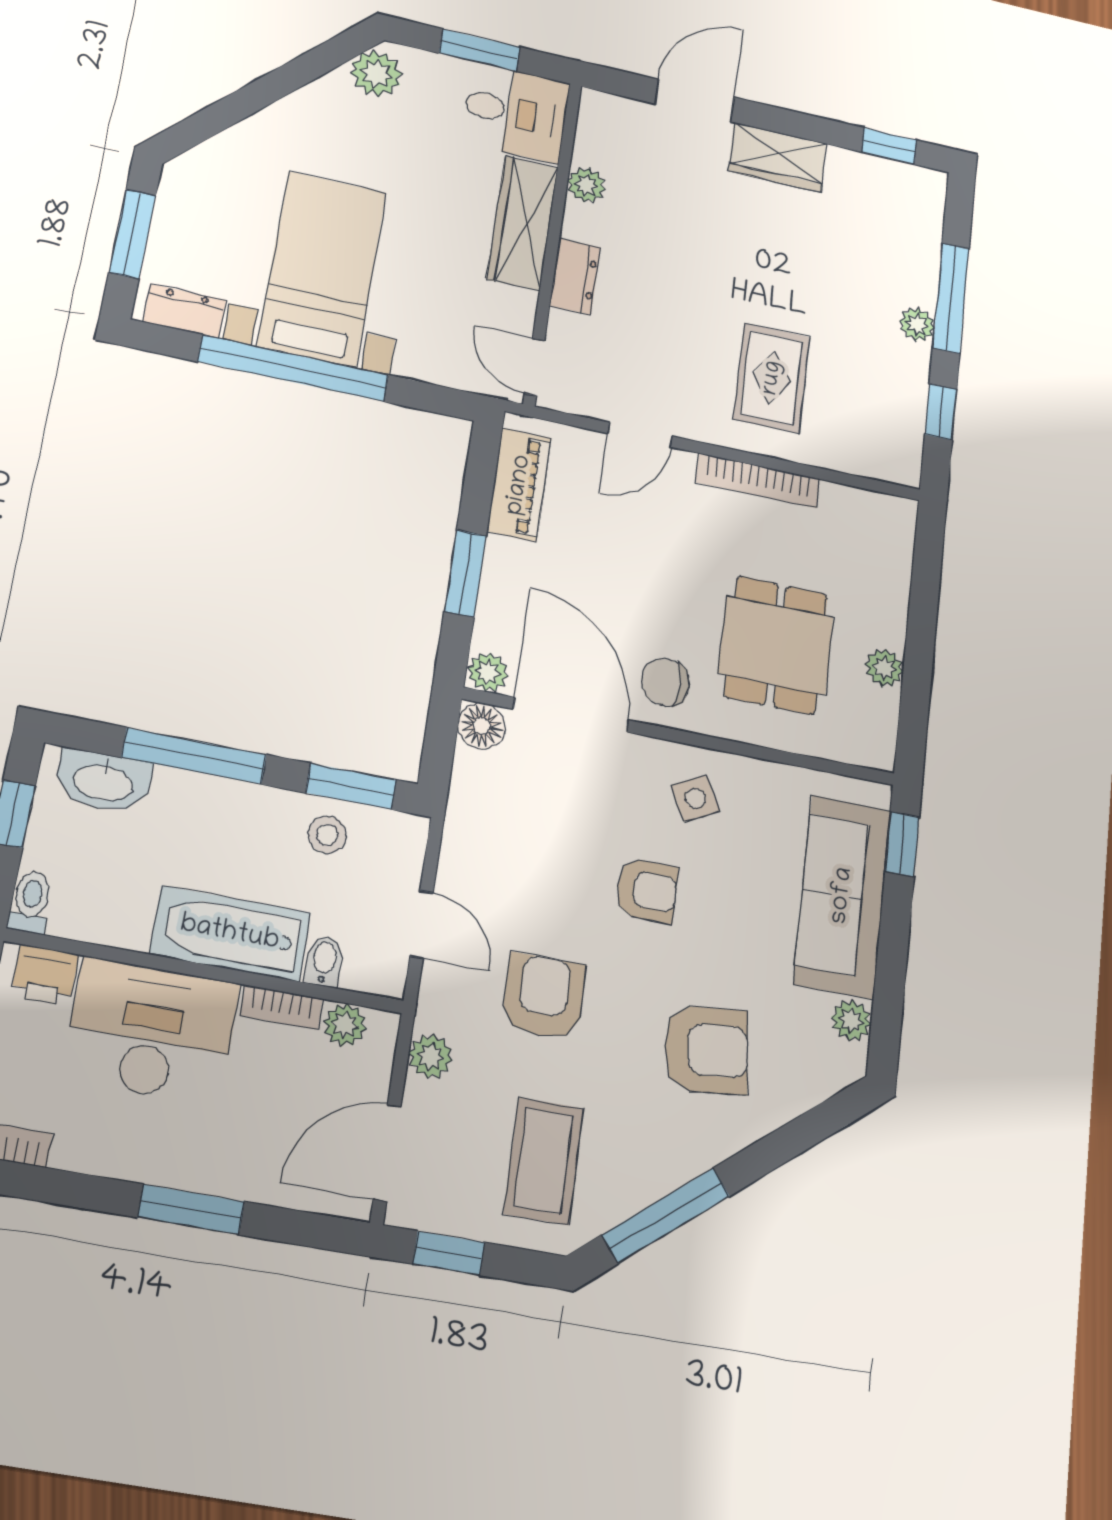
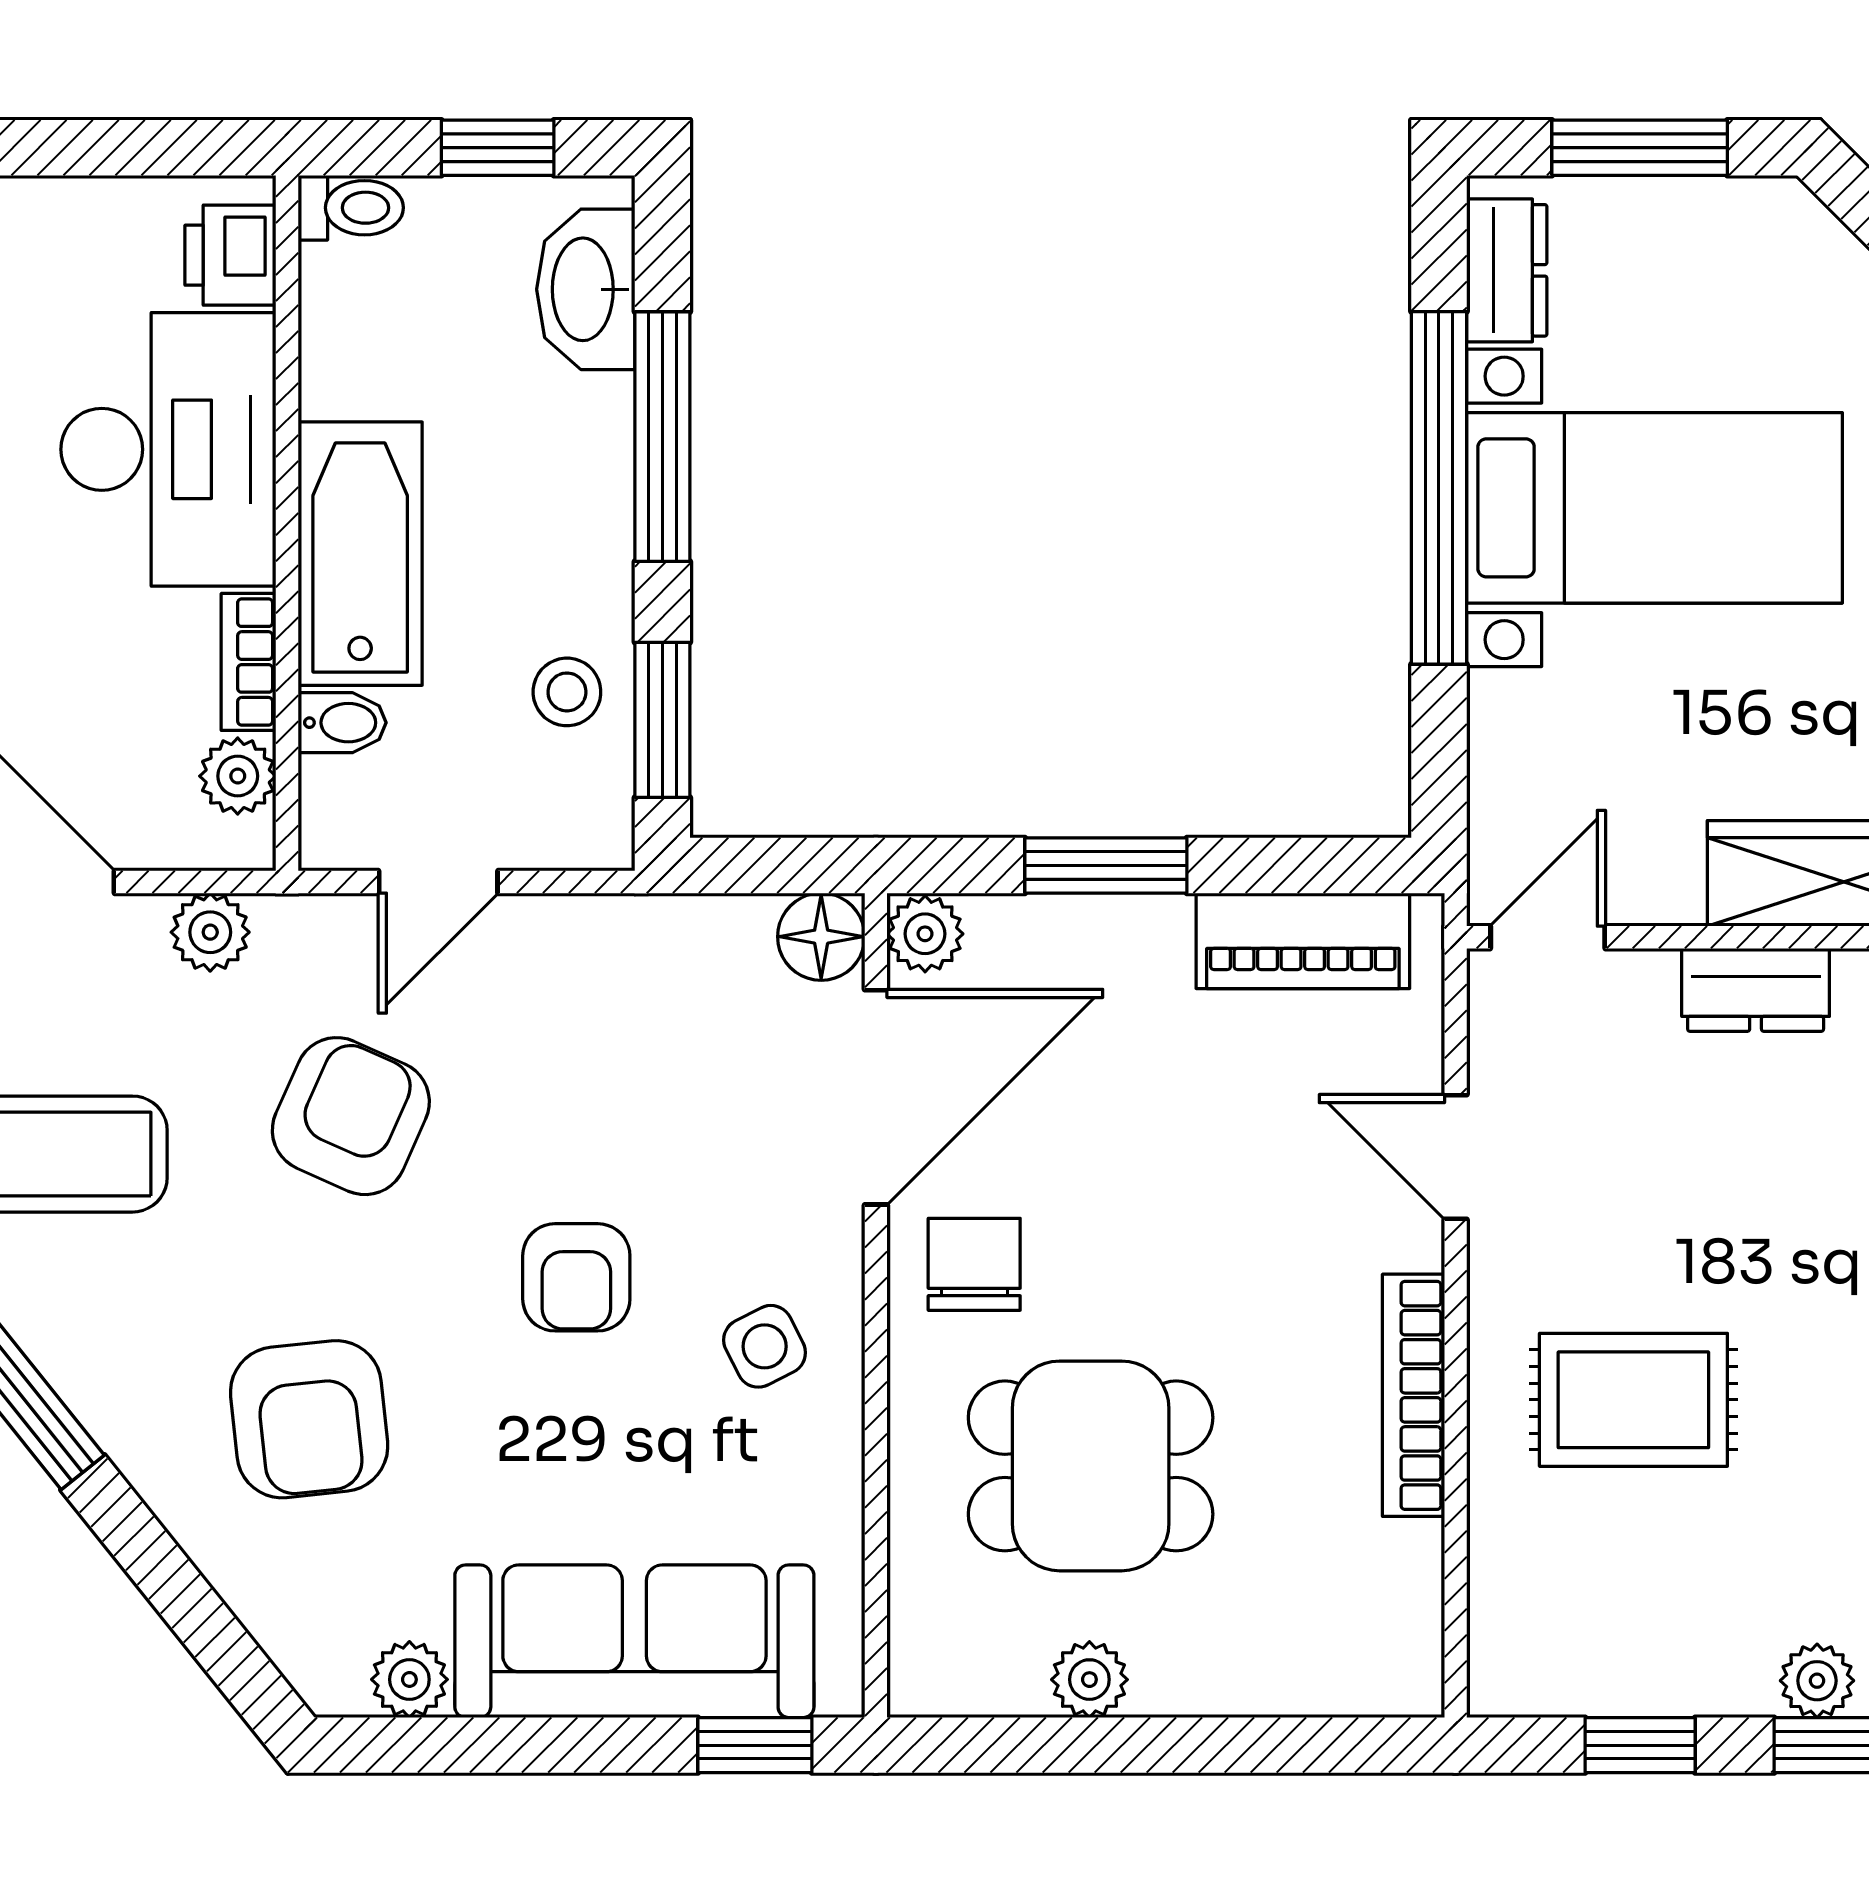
armchair: (544, 996) -> (351, 1116), turned -66

